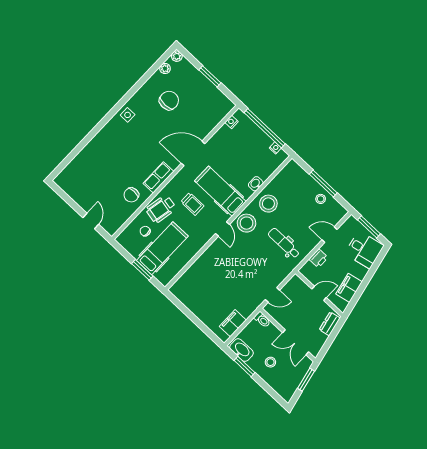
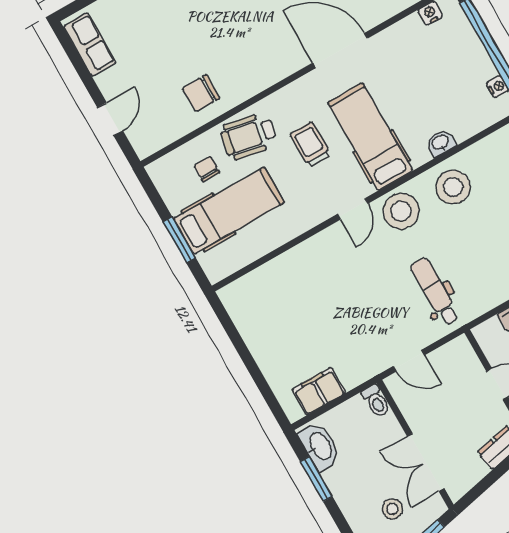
row of seats: (158, 177) -> (90, 45), moved, turned 90
trolley: (192, 204) -> (310, 145), turned 180
dental chair: (284, 243) -> (435, 291), moved
stool: (270, 362) -> (392, 509), moved

